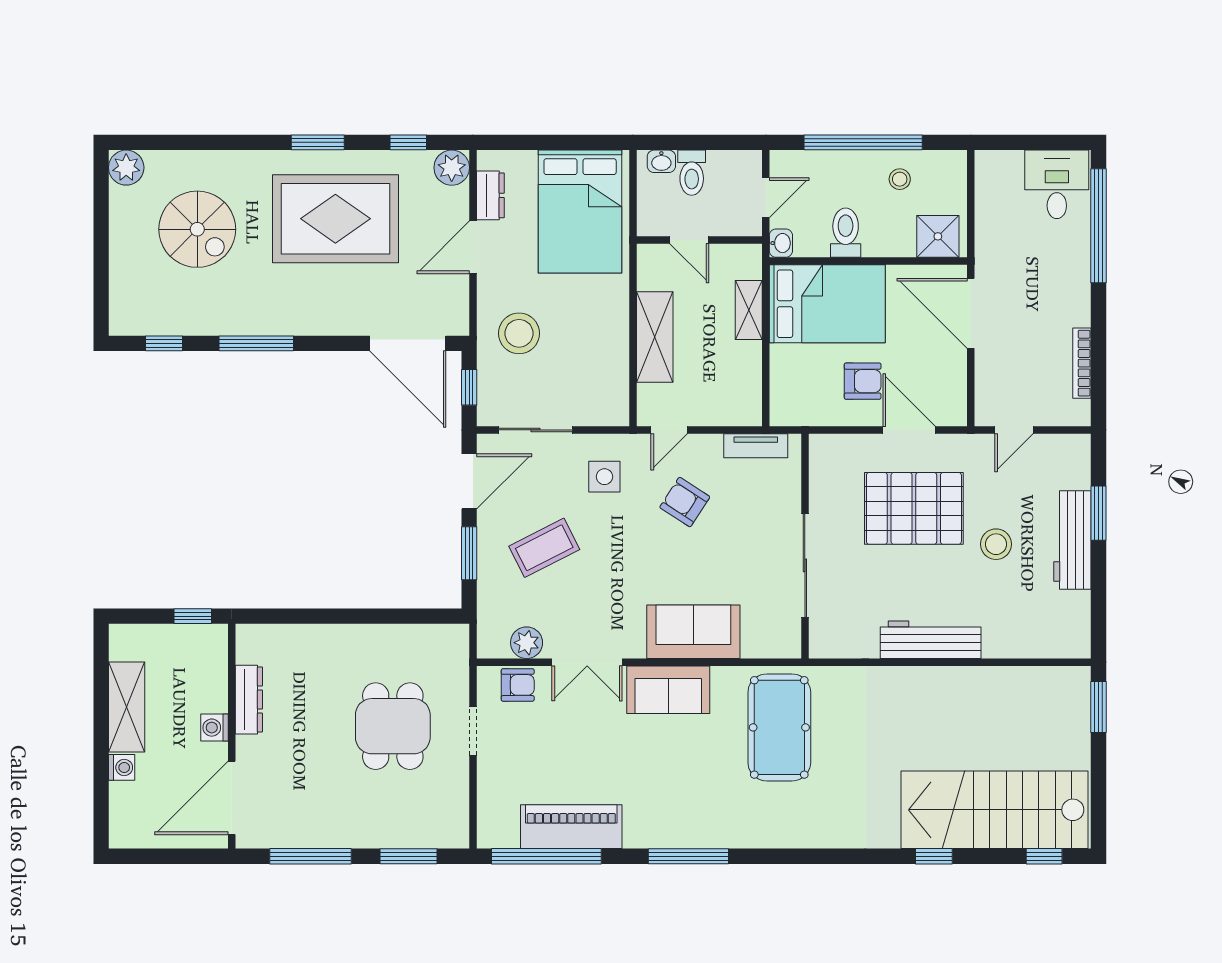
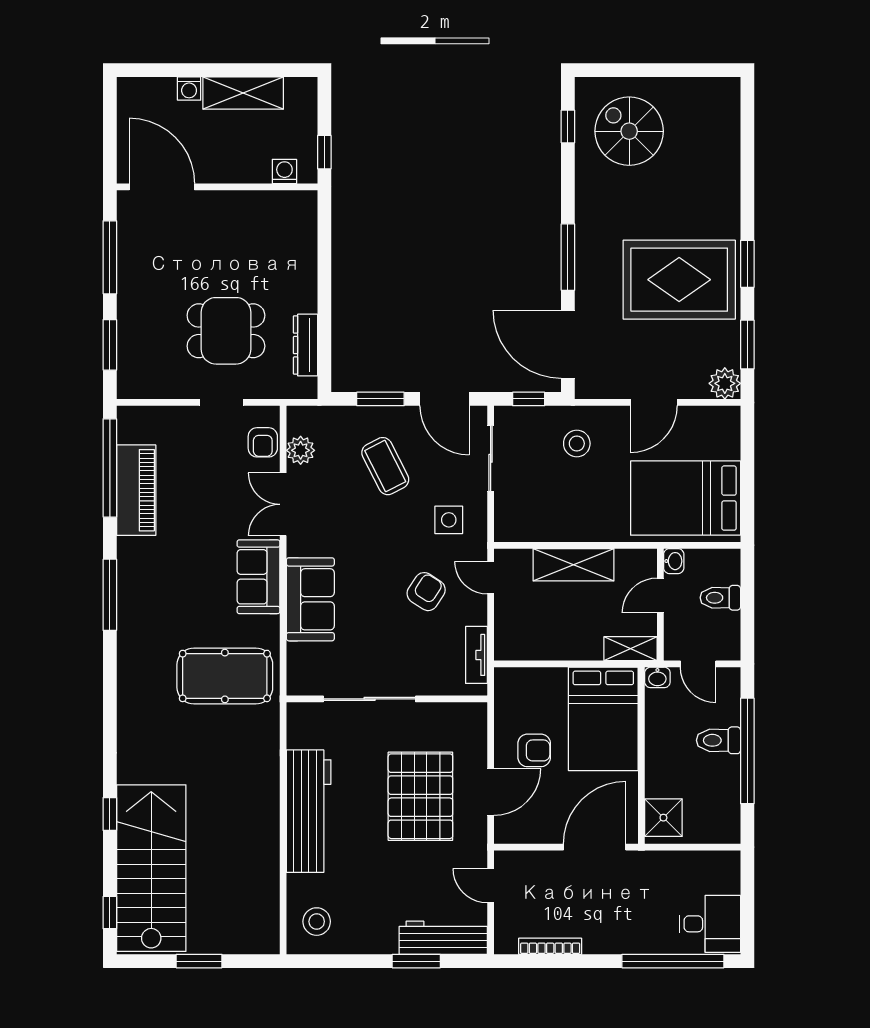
window: (408, 142) -> (747, 345), width x1.50
washbasin: (661, 161) -> (674, 561), moved, turned 180
plant: (126, 168) -> (725, 93), removed
stool: (900, 179) -> (715, 784), removed
dresser: (490, 195) -> (700, 418), removed
rug: (335, 219) -> (679, 280), turned 90
spiral stairs: (197, 229) -> (629, 131), moved, turned 90
toilet: (846, 233) -> (719, 740), moved, turned 180
door: (473, 247) -> (654, 402), swing flipped
shelving: (749, 310) -> (631, 649), moved
stool: (519, 333) -> (577, 444), width x0.73, depth x0.73
window: (256, 343) -> (568, 257), moved
door: (408, 343) -> (568, 344), hinge flipped
armchair: (863, 381) -> (534, 750), turned -90
workbench: (1072, 540) -> (443, 938), moved
stool: (996, 544) -> (317, 922), moved
workbench: (931, 640) -> (309, 811), width x1.36, depth x1.32
dresser: (249, 700) -> (305, 345), moved, turned 90
window: (1098, 707) -> (199, 961), moved
washing machine: (214, 728) -> (284, 172), moved

